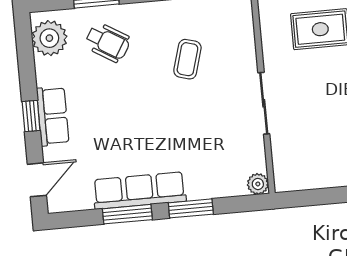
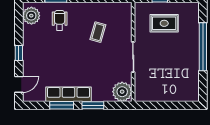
wheelchair: (108, 42) -> (60, 20), turned -121
row of seats: (53, 116) -> (29, 54), removed
plant: (258, 184) -> (122, 92), width x1.87, depth x1.87

